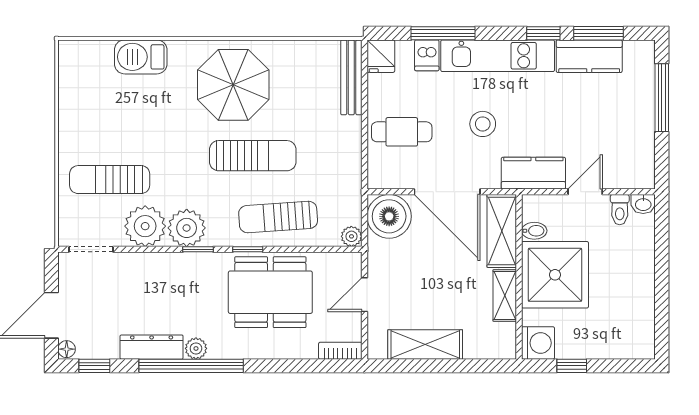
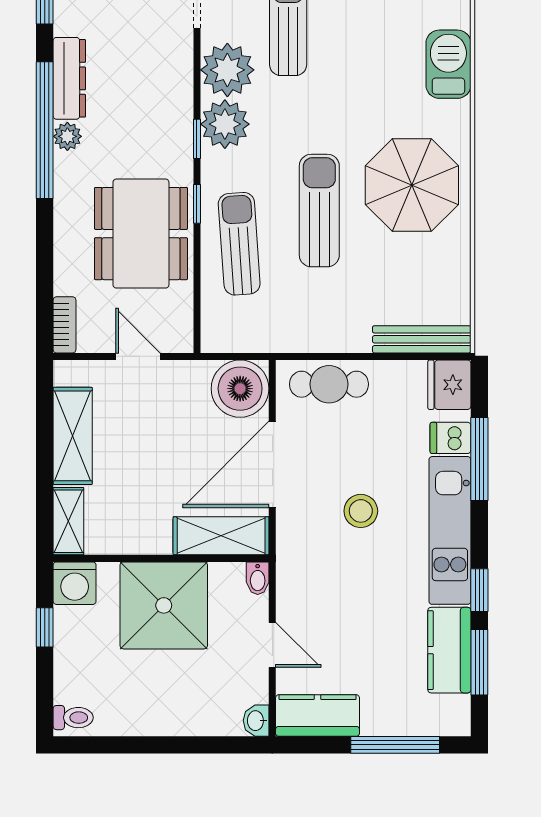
fridge: (381, 56) -> (449, 385), width x1.38
cafe table: (402, 132) -> (329, 384), moved, turned 90
sun lounger: (253, 156) -> (319, 211), turned 180
kitchen counter: (533, 173) -> (318, 715), moved, turned -90
toilet: (620, 210) -> (73, 718), moved, turned 180
bidet: (534, 231) -> (258, 578), moved
plant: (351, 236) -> (214, 340), removed
shelving: (505, 296) -> (68, 521), moved, turned 90

